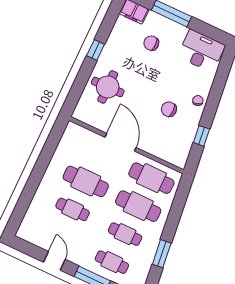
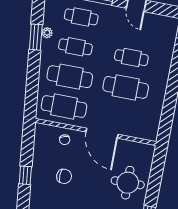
chair: (198, 101) -> (65, 140), moved
window: (201, 136) -> (25, 175), moved
plant: (149, 255) -> (47, 33), added

